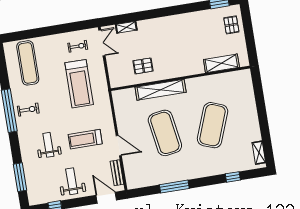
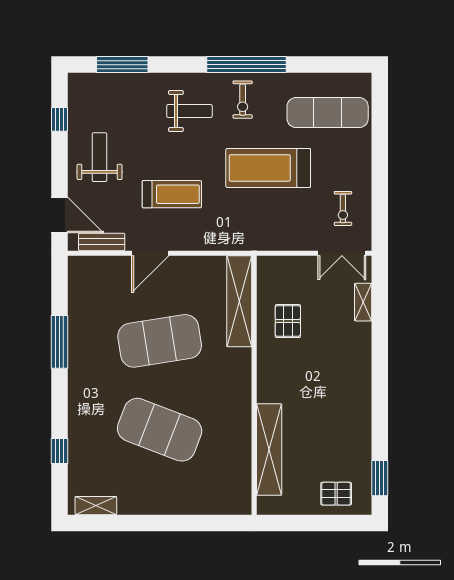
shelving: (221, 63) -> (269, 450), width x1.47
treadmill: (79, 84) -> (268, 168), moved
shelving: (161, 90) -> (239, 301), moved
treadmill: (85, 139) -> (172, 194), turned 90
weight bench: (48, 145) -> (189, 111), moved
weight bench: (72, 181) -> (100, 157), turned -90
door: (106, 198) -> (59, 215), hinge flipped

